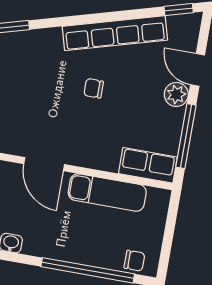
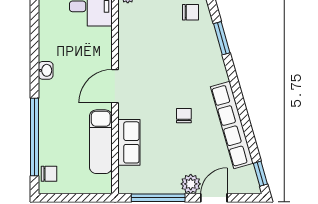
row of seats: (148, 165) -> (129, 142), moved
chair: (134, 261) -> (49, 174), turned -90

